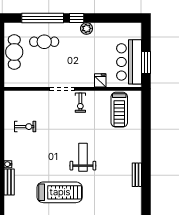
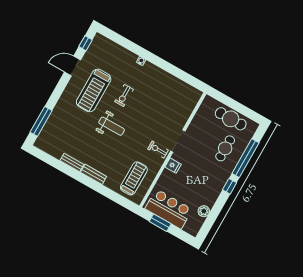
plant: (87, 28) -> (204, 211), moved
fridge: (100, 80) -> (173, 166), moved
treadmill: (119, 110) -> (134, 178), turned 90
exercise bike: (25, 127) -> (124, 95), moved
bench: (9, 182) -> (94, 174), moved

